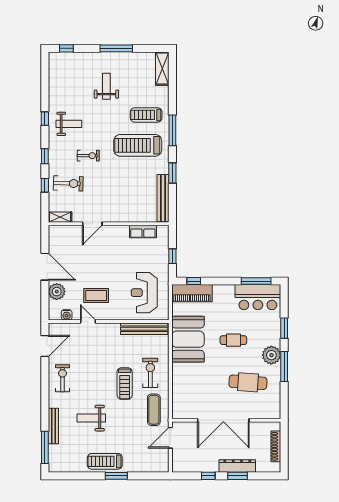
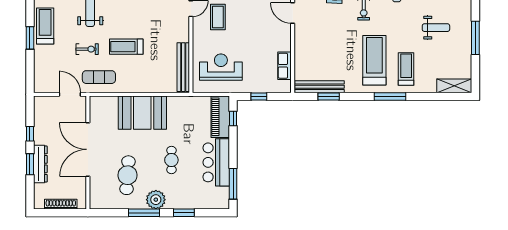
window: (172, 173) -> (329, 97), moved
bar counter: (258, 297) -> (216, 162), moved
booth: (188, 339) -> (142, 113), moved
exercise bike: (150, 373) -> (87, 49), moved, width x0.73, depth x0.72

